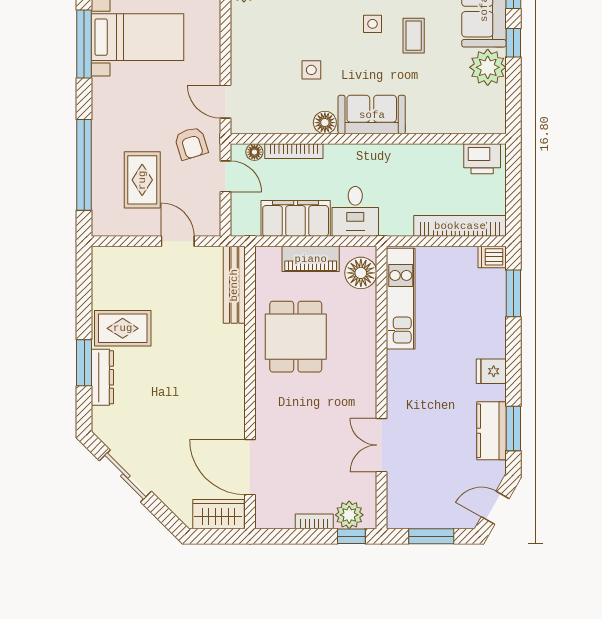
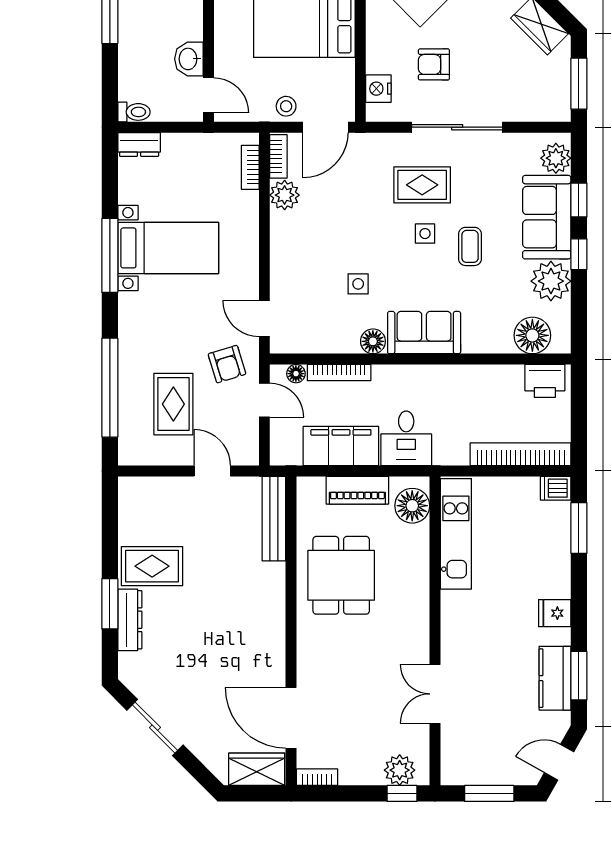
floor lamp: (471, 117) -> (532, 335), added
bookcase: (314, 521) -> (317, 777), moved

